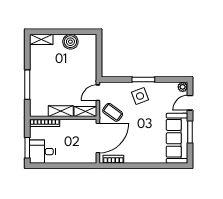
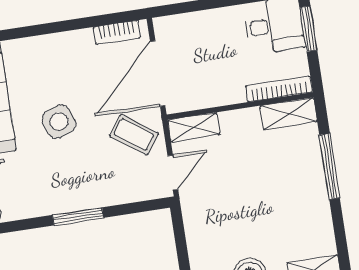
side table: (140, 96) -> (59, 121), moved
shelving: (61, 111) -> (289, 114), moved

